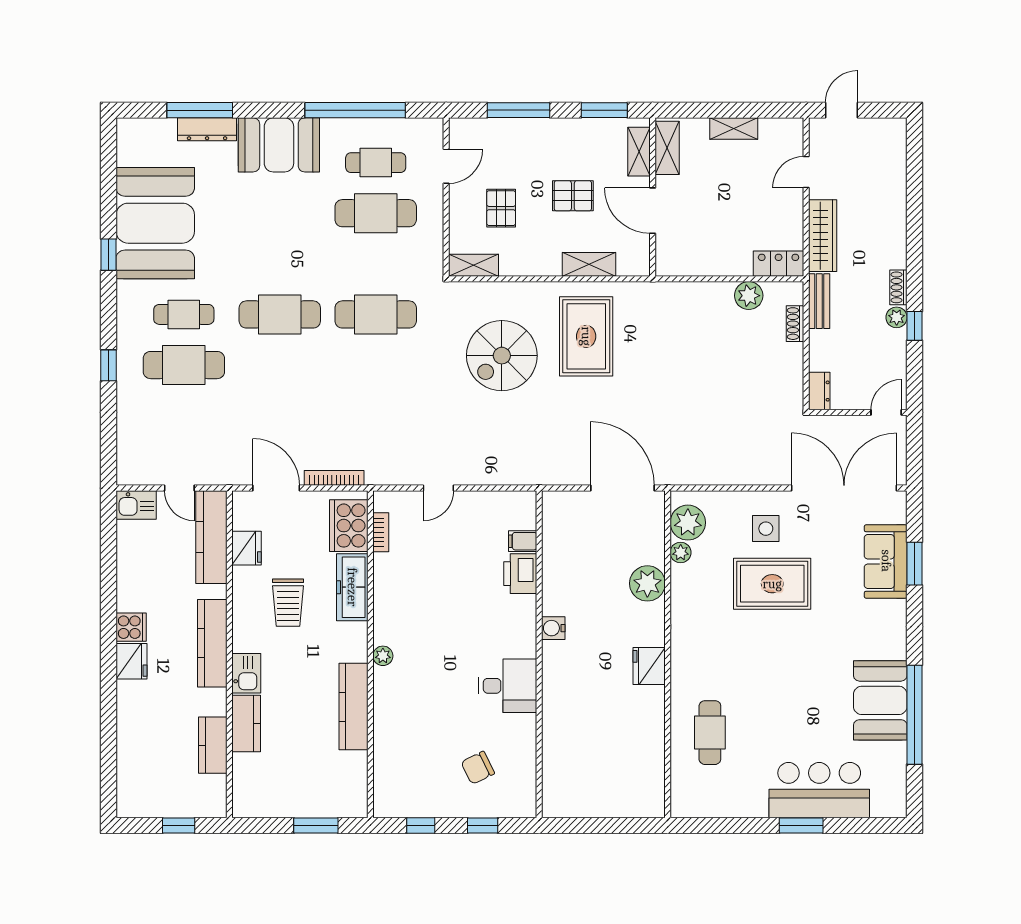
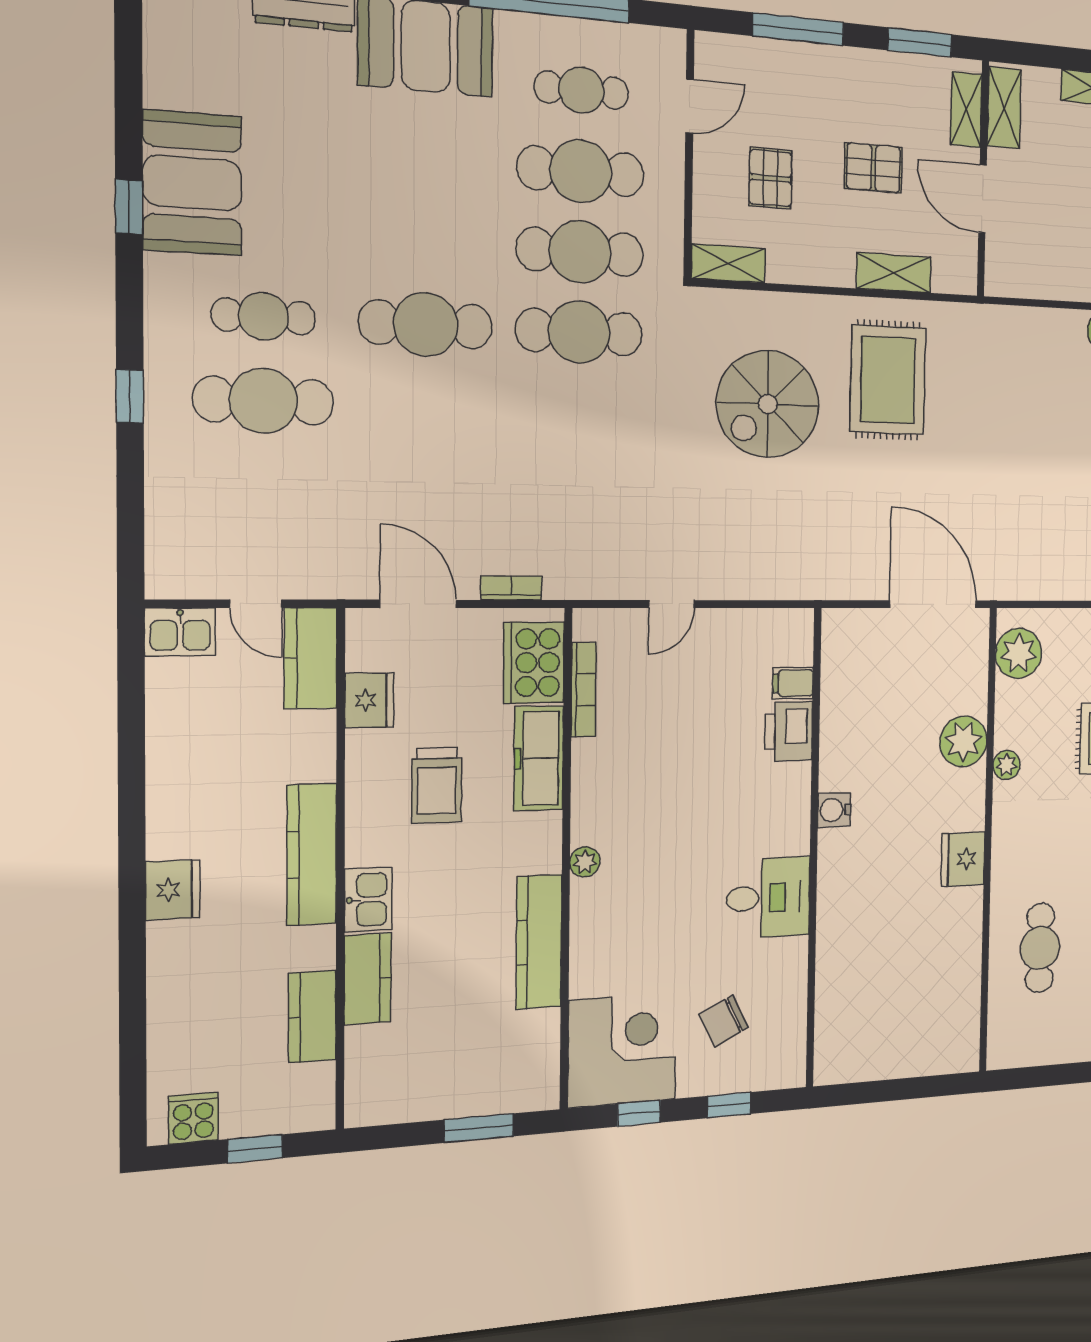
booth: (155, 223) -> (192, 183), width x0.73, depth x0.70
cafe table: (376, 264) -> (580, 252), added
bookcase: (334, 478) -> (511, 588), width x0.64
bookcase: (381, 532) -> (584, 690), width x1.56
kitchen counter: (211, 537) -> (311, 658), width x0.67
plant: (681, 552) -> (1007, 765), moved
cooker: (131, 627) -> (193, 1118), moved, turned -90
corner desk: (409, 782) -> (622, 1050), added

